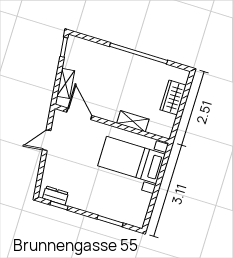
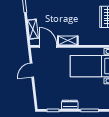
shelving: (133, 121) -> (68, 40), moved
dresser: (56, 196) -> (70, 105), moved

